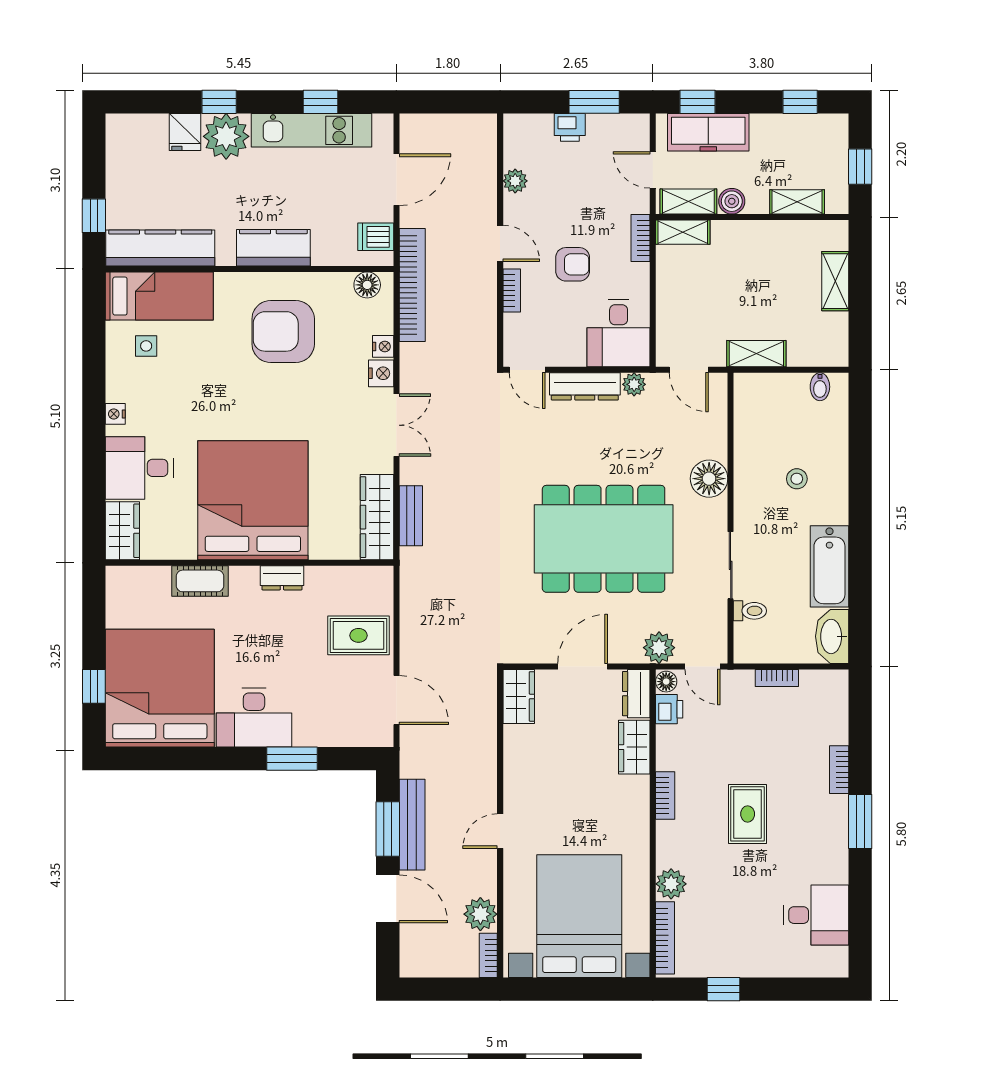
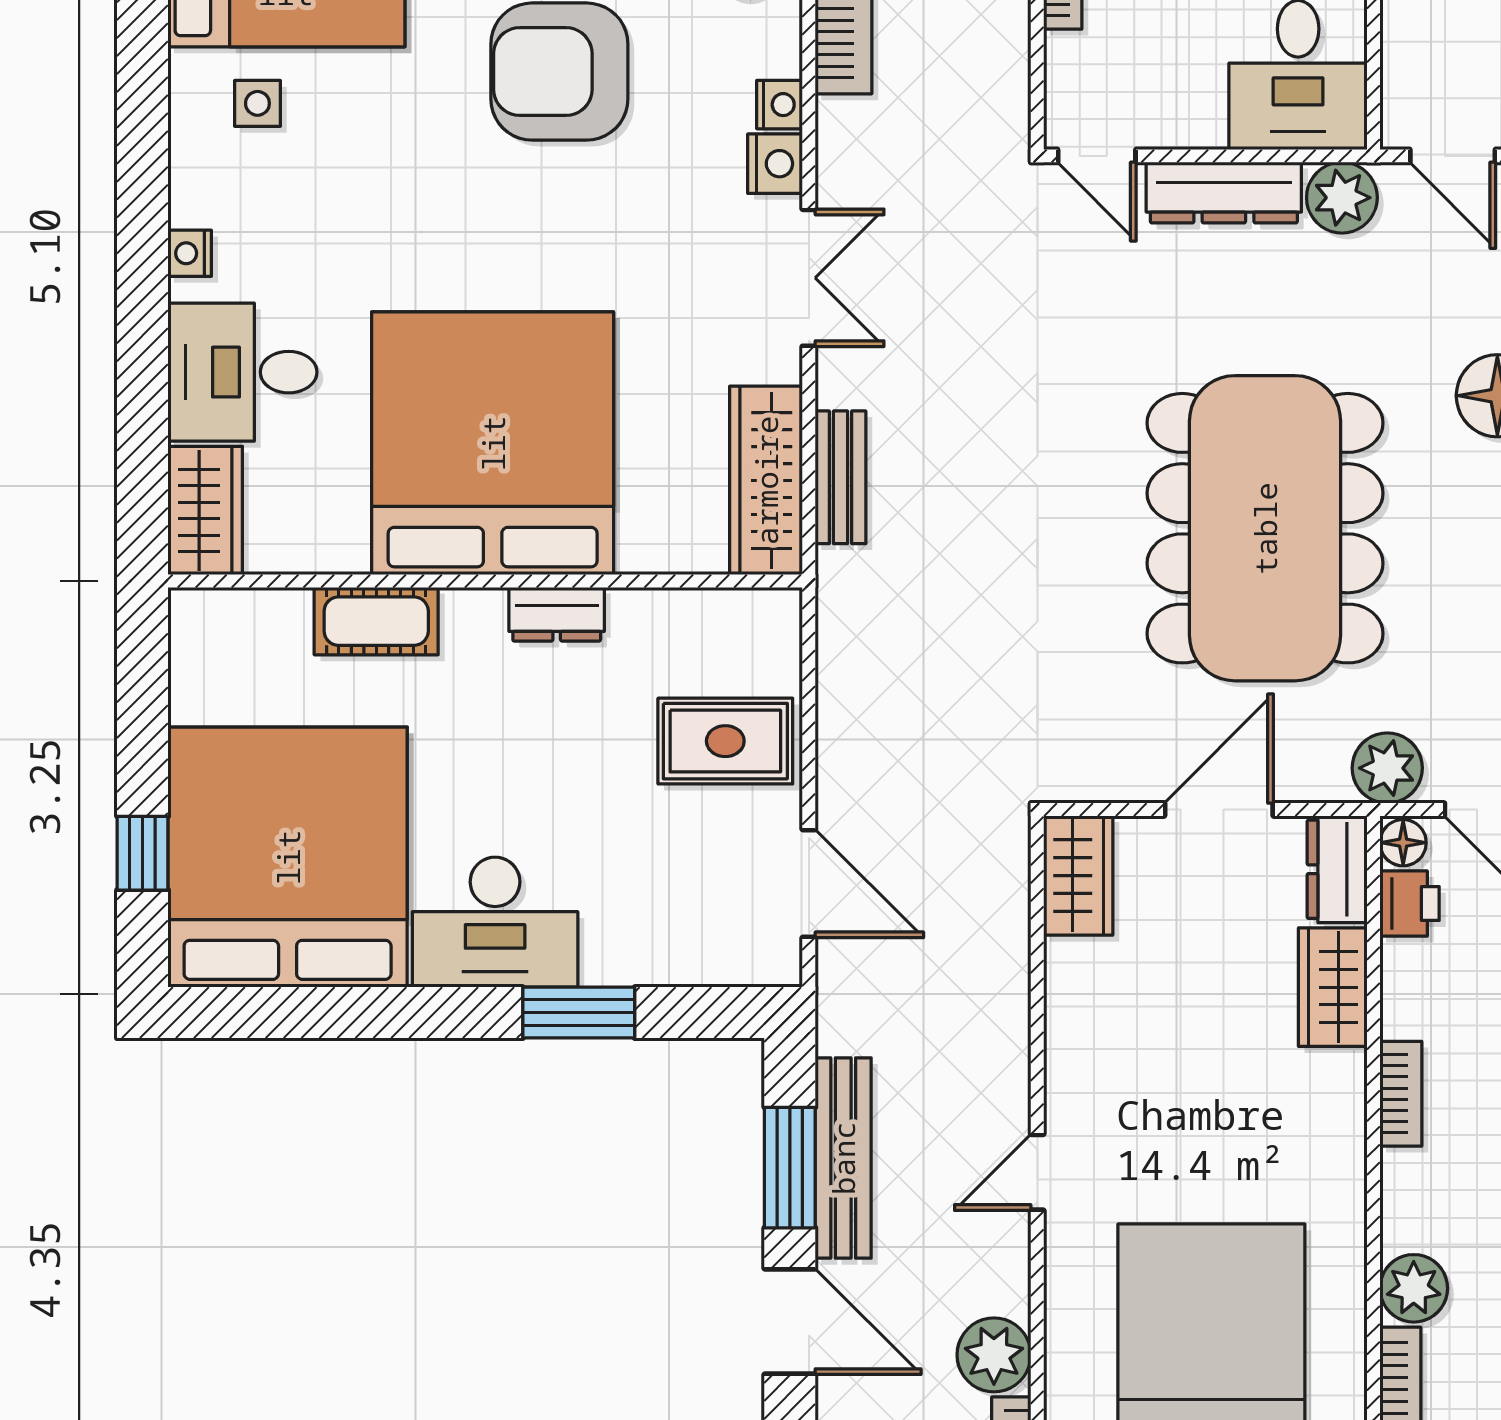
plant: (634, 384) -> (1342, 198), width x1.38, depth x1.38
dining table: (604, 539) -> (1265, 528), turned 90

